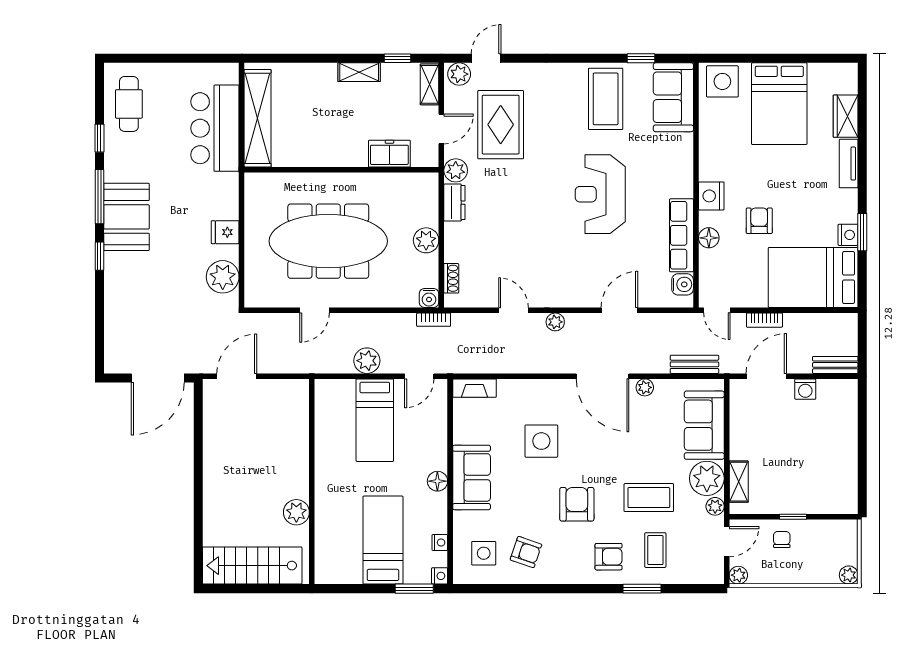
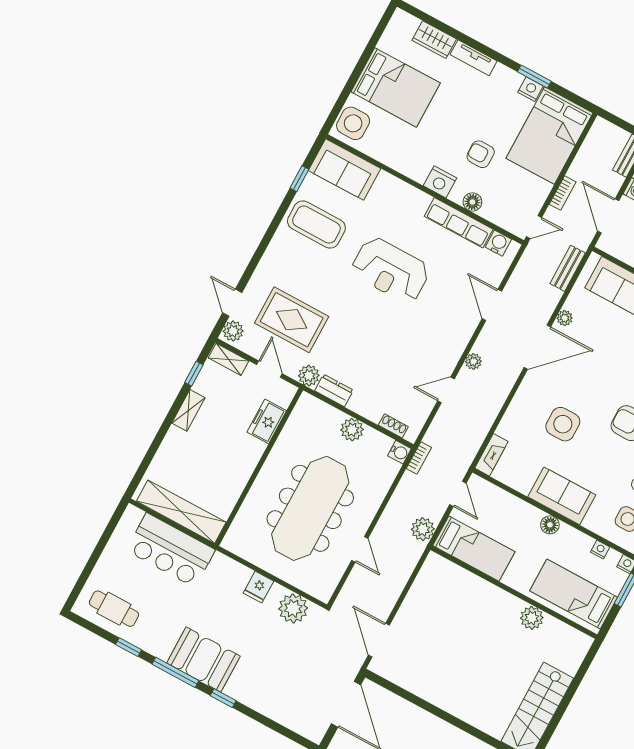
wall: (312, 482) -> (514, 592), moved
plant: (296, 512) -> (532, 618), moved

